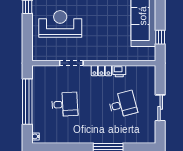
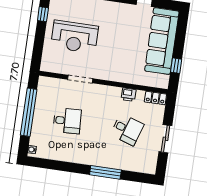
reception desk: (60, 24) -> (75, 37), turned 180
locker: (101, 71) -> (155, 98), moved
desk: (123, 104) -> (127, 129), turned 33

